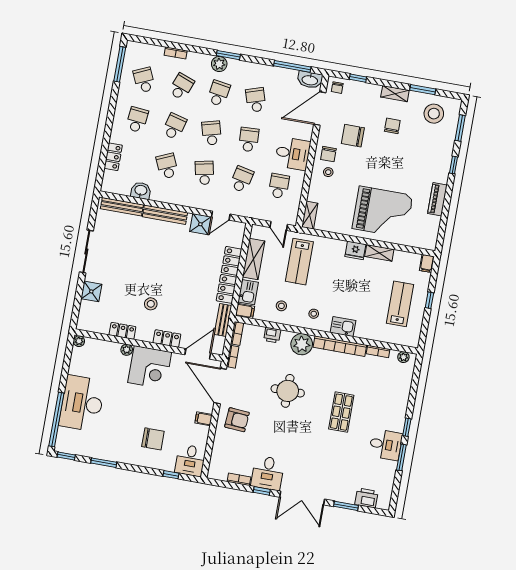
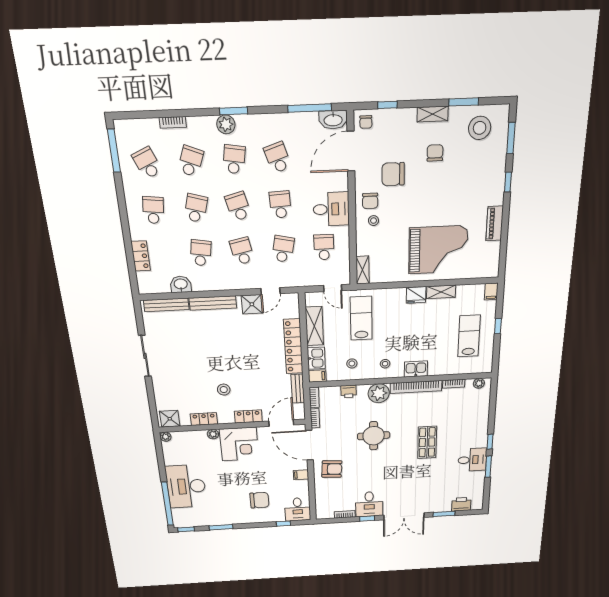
school desk: (167, 166) -> (201, 253), turned 33
lab bench: (299, 262) -> (361, 318), turned 180
shower: (91, 291) -> (170, 419), moved

